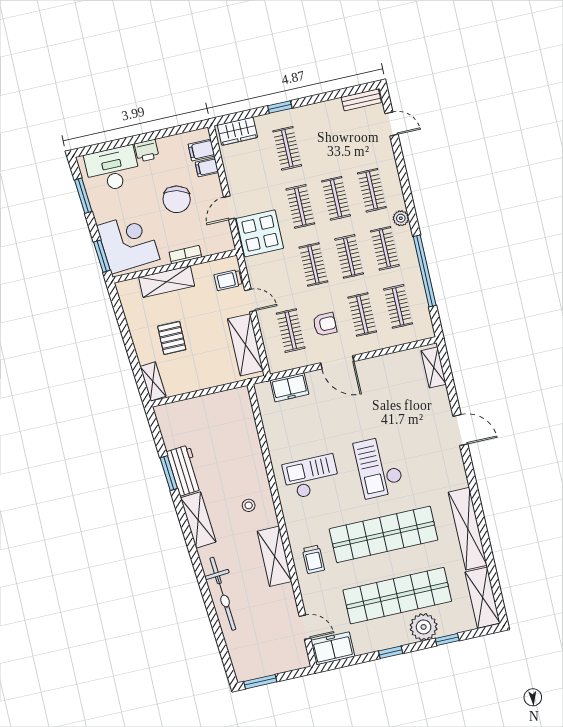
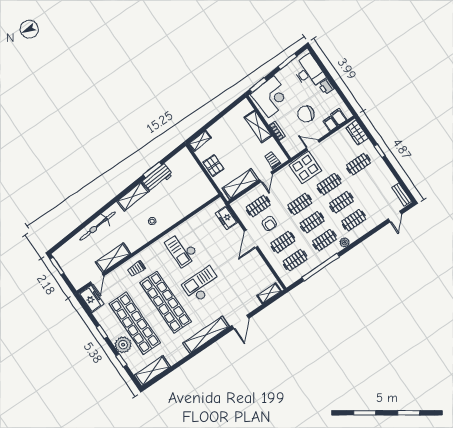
pallet: (172, 338) -> (213, 166), moved, turned 90
checkout: (311, 477) -> (182, 249), turned 180
shelving: (468, 529) -> (206, 335), moved
shelving: (274, 556) -> (113, 258), moved

